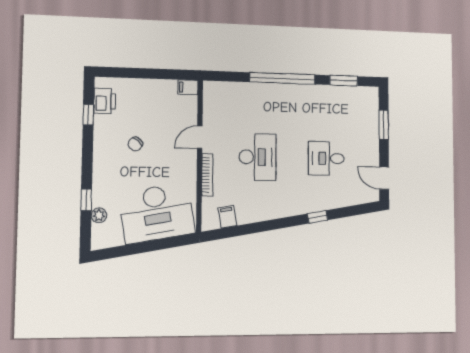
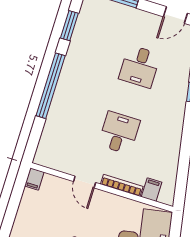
desk: (258, 157) -> (119, 133), width x0.73
filing cabinet: (227, 217) -> (152, 190), moved, turned 100

